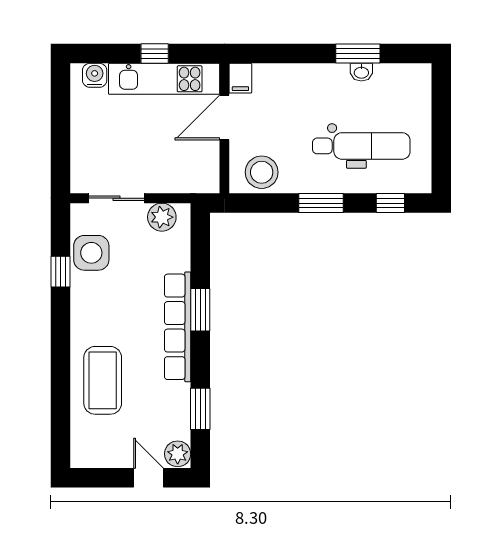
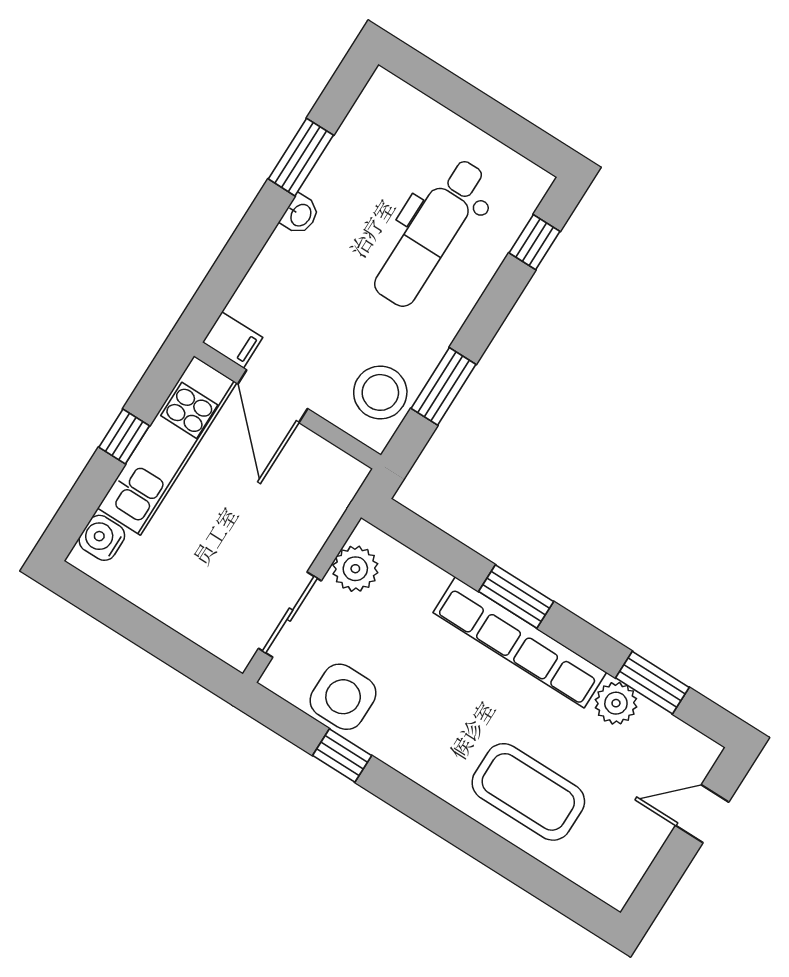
washbasin: (361, 72) -> (300, 215), moved
dental chair: (361, 146) -> (431, 233), turned 180
window: (321, 203) -> (443, 386), moved
plant: (178, 454) -> (616, 703), moved

